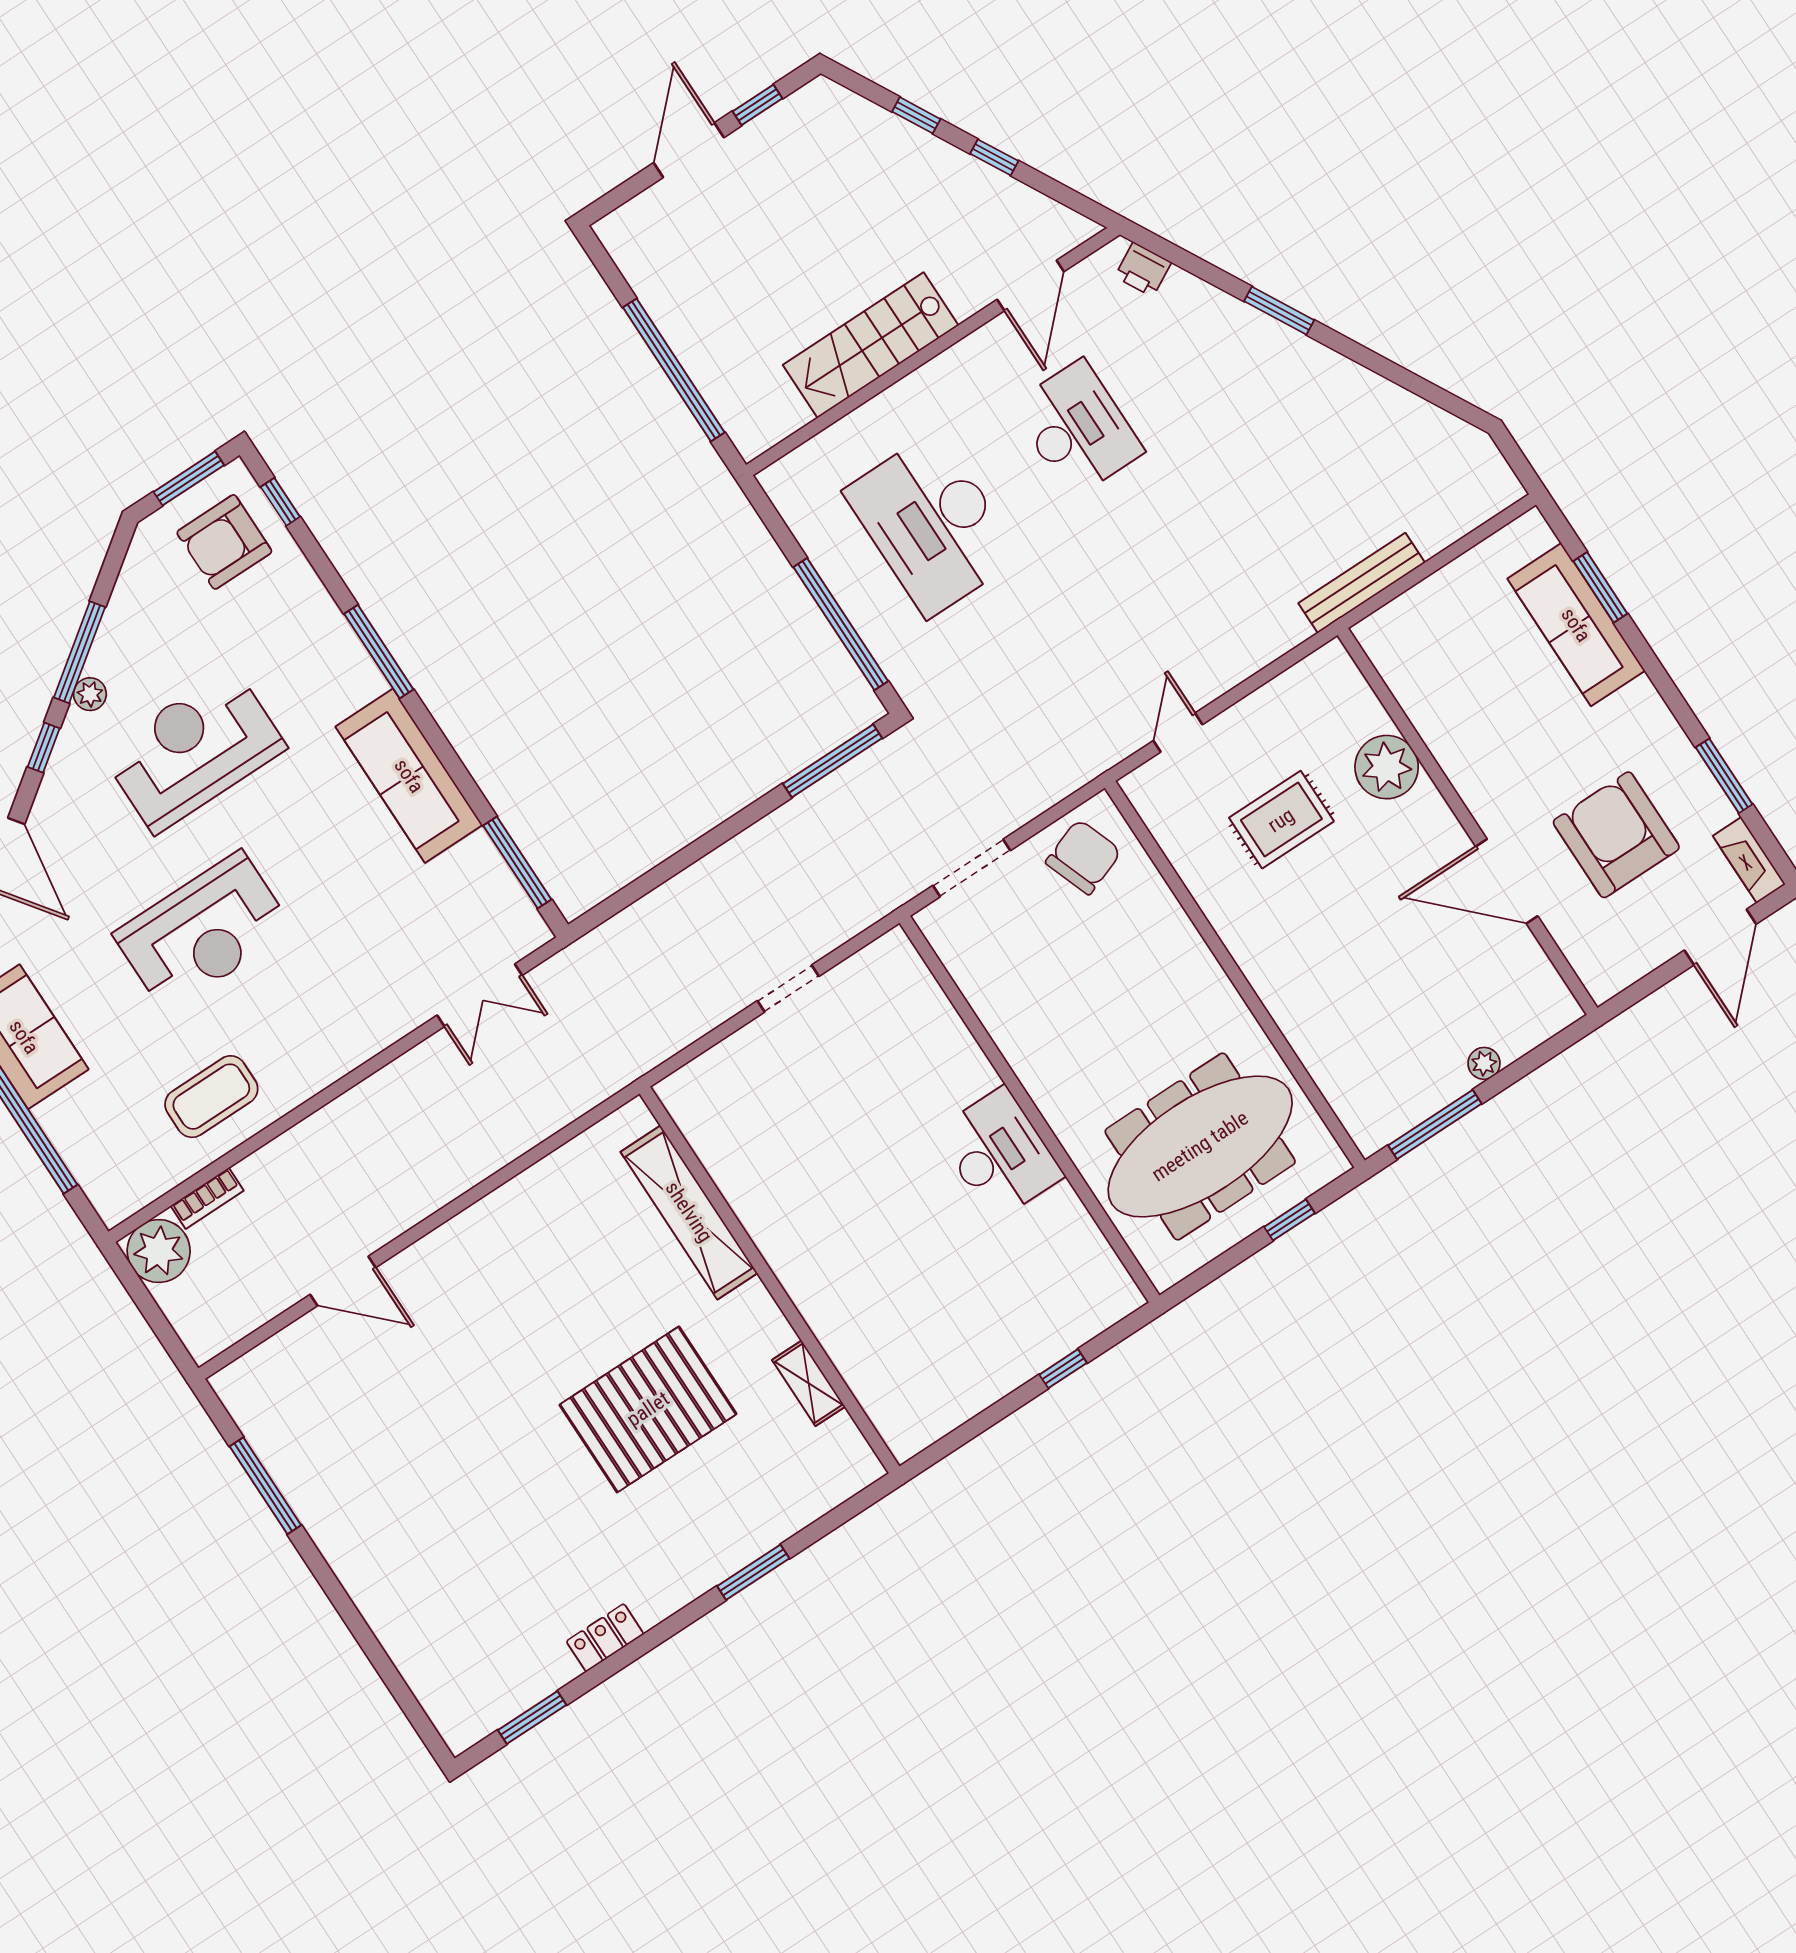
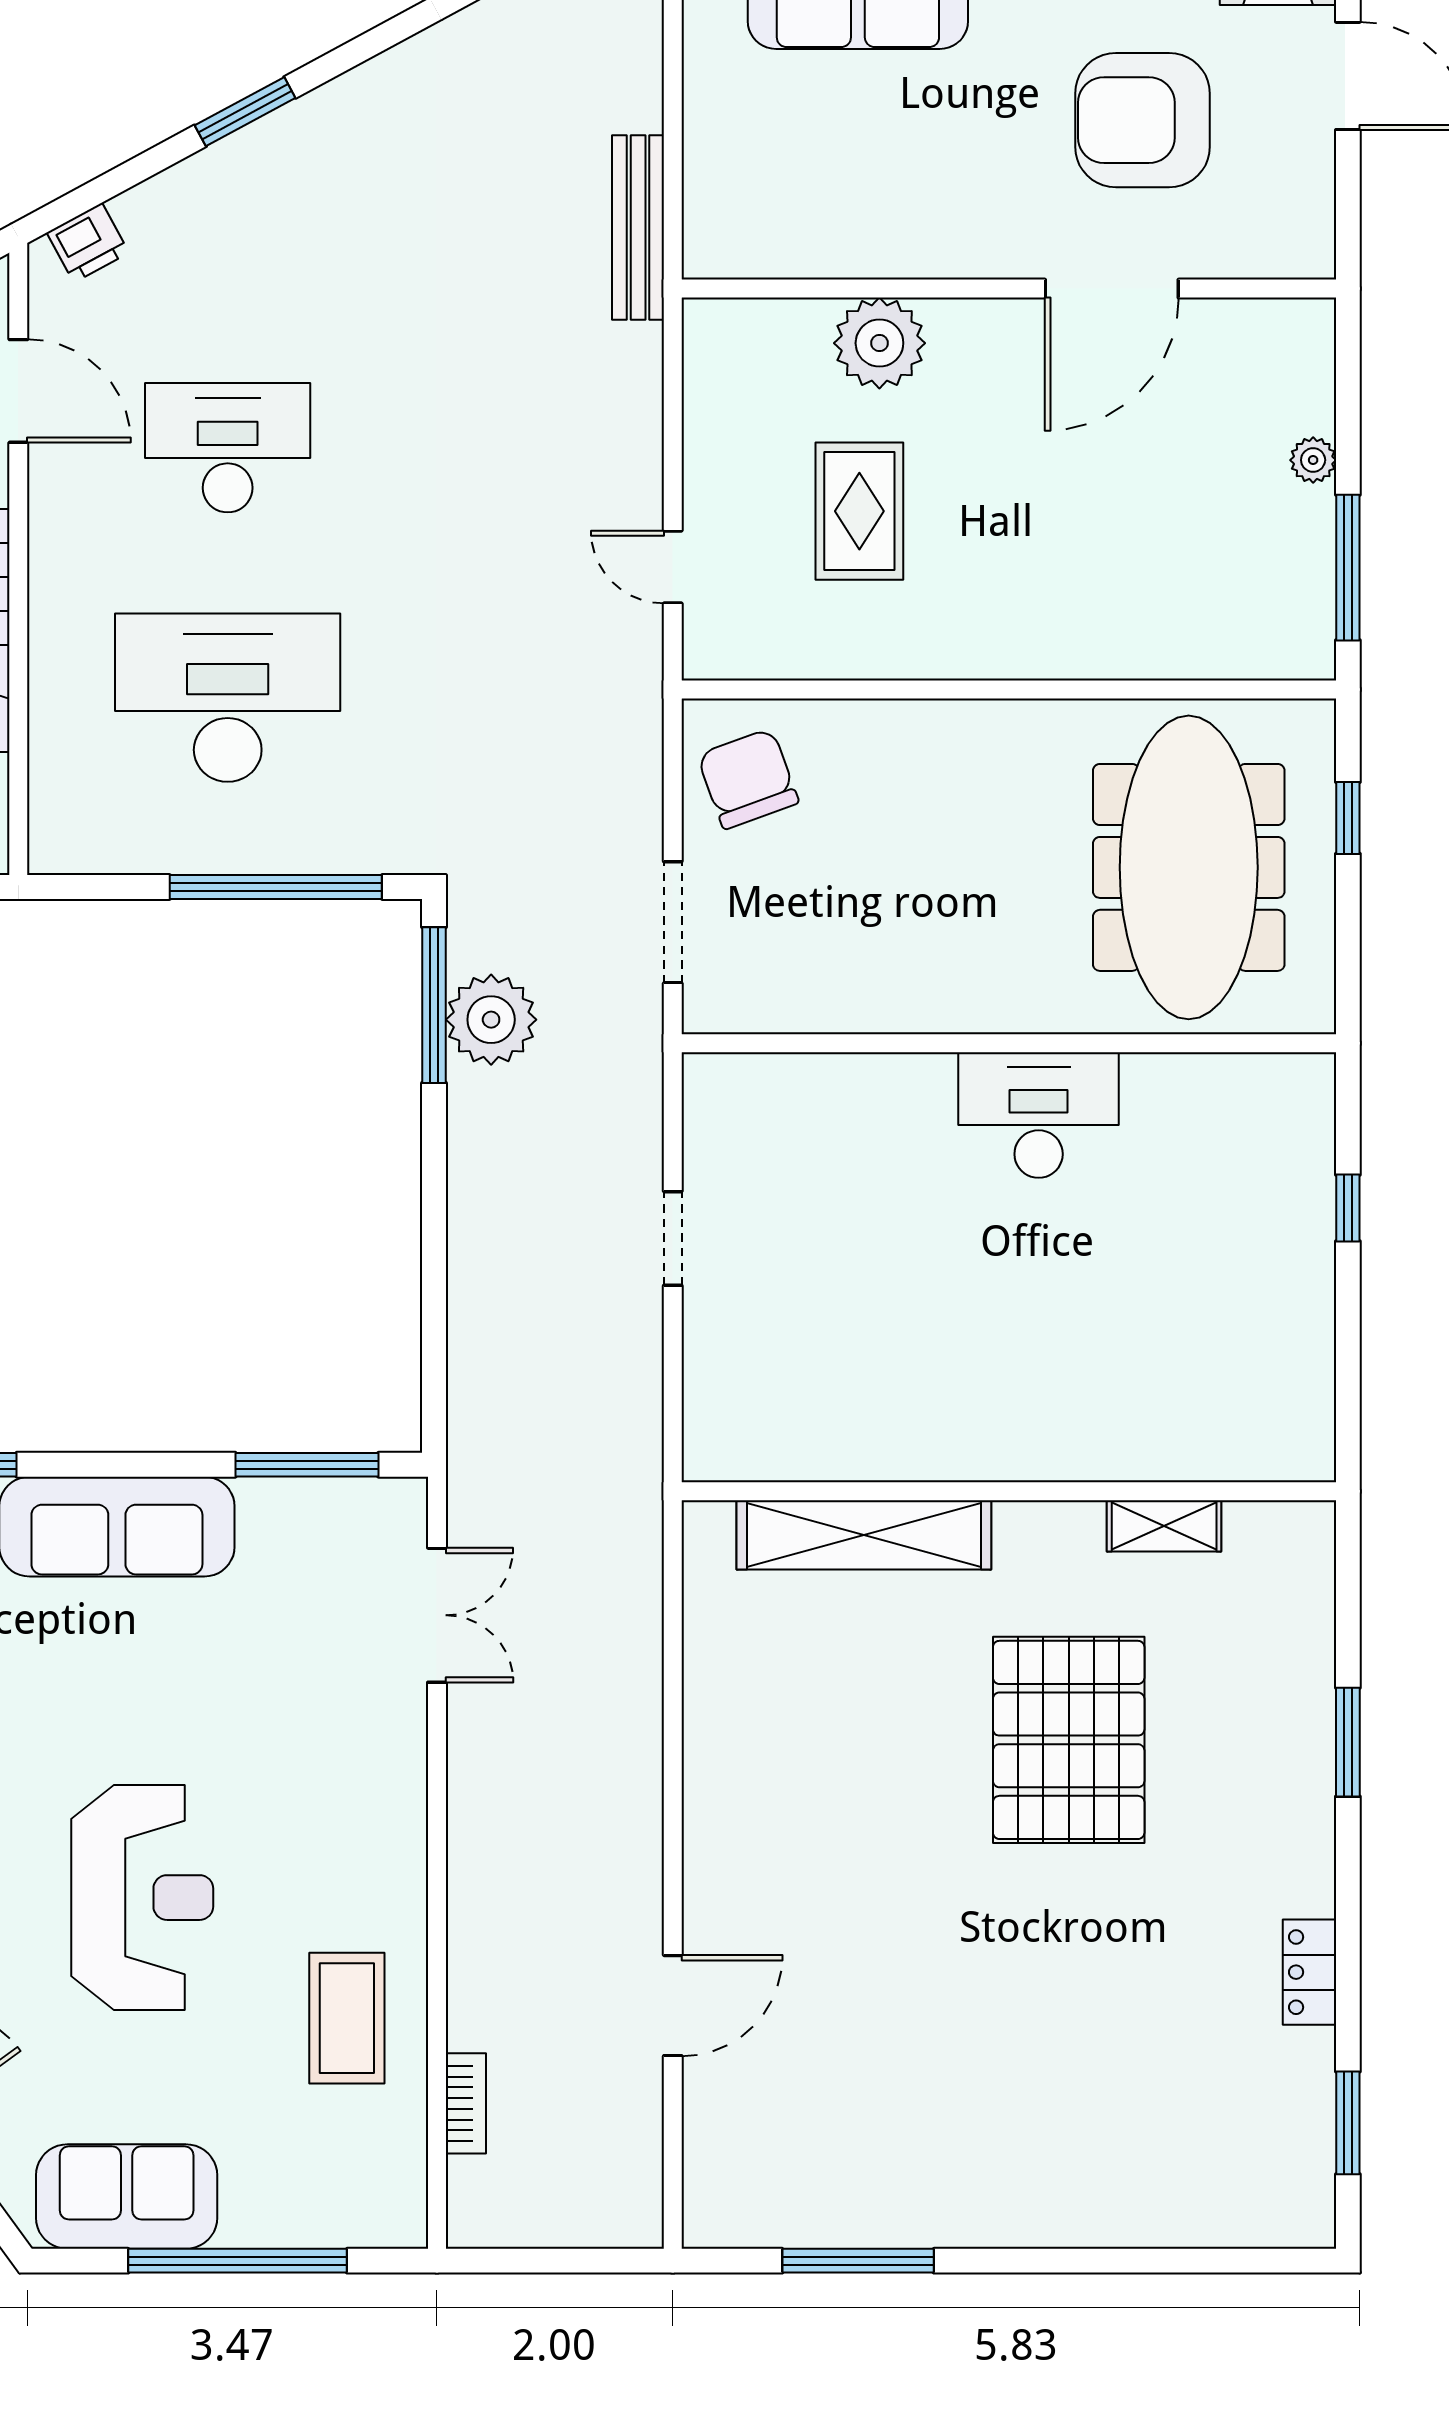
desk: (932, 524) -> (228, 698), turned 180
plant: (159, 1251) -> (491, 1020), moved

